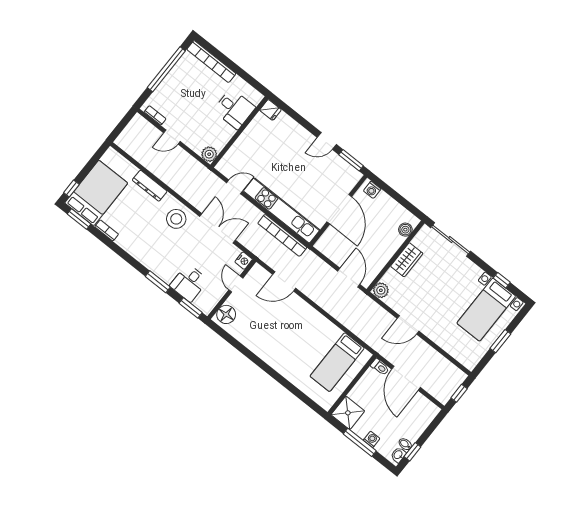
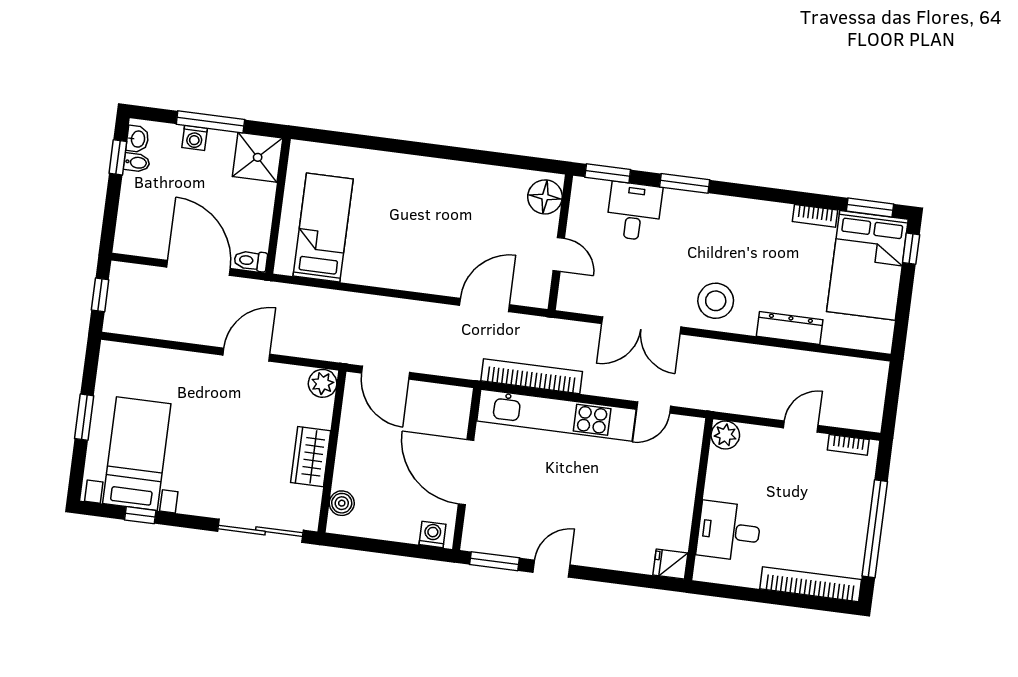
nightstand: (244, 261) -> (569, 299), removed

